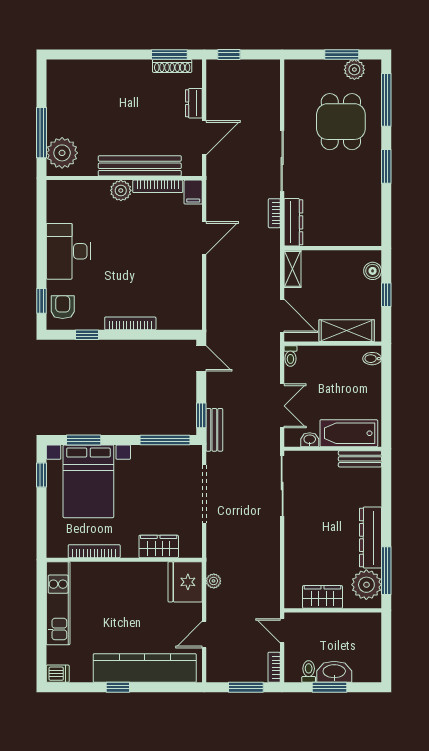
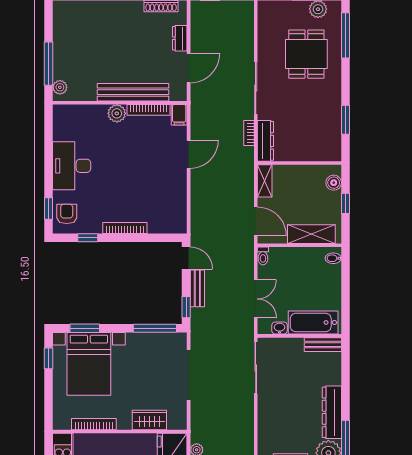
plant: (62, 153) -> (60, 87), width x0.53, depth x0.53
window: (386, 166) -> (345, 120), moved
bench: (214, 430) -> (197, 288), moved

